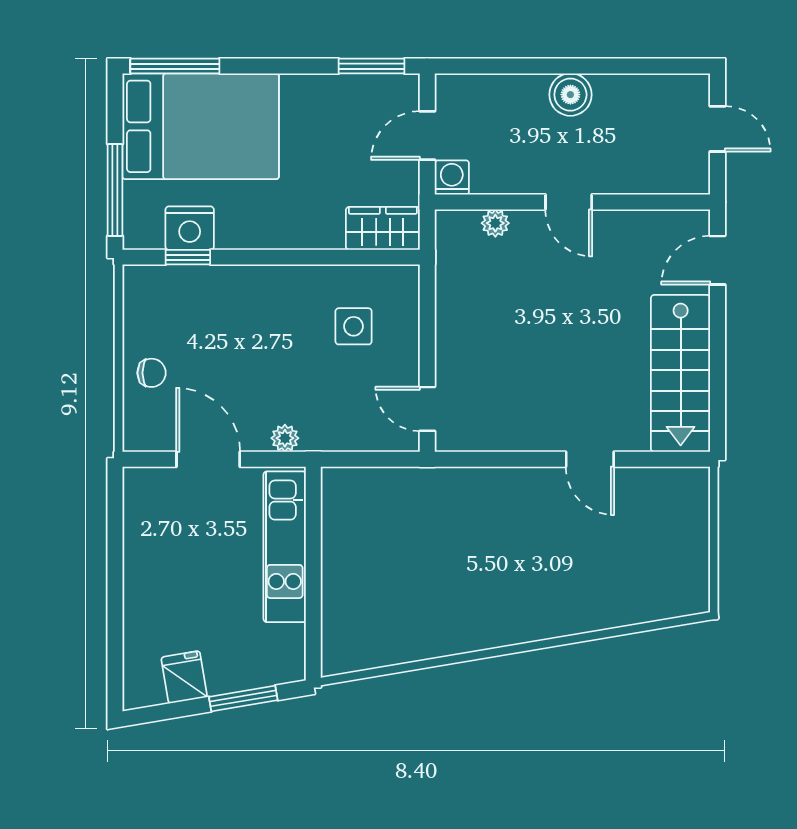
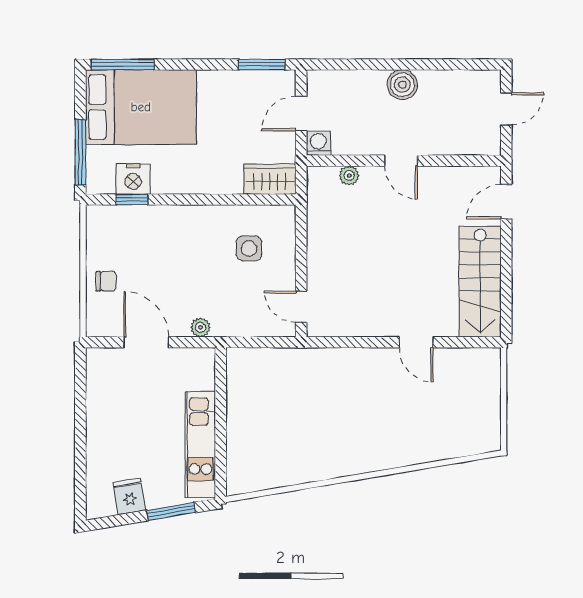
door: (717, 129) -> (506, 109), hinge flipped
kitchen unit: (285, 547) -> (200, 445), moved

